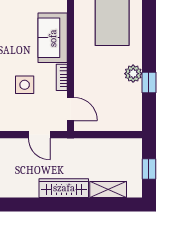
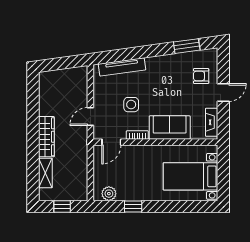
plant: (133, 74) -> (109, 194), moved

